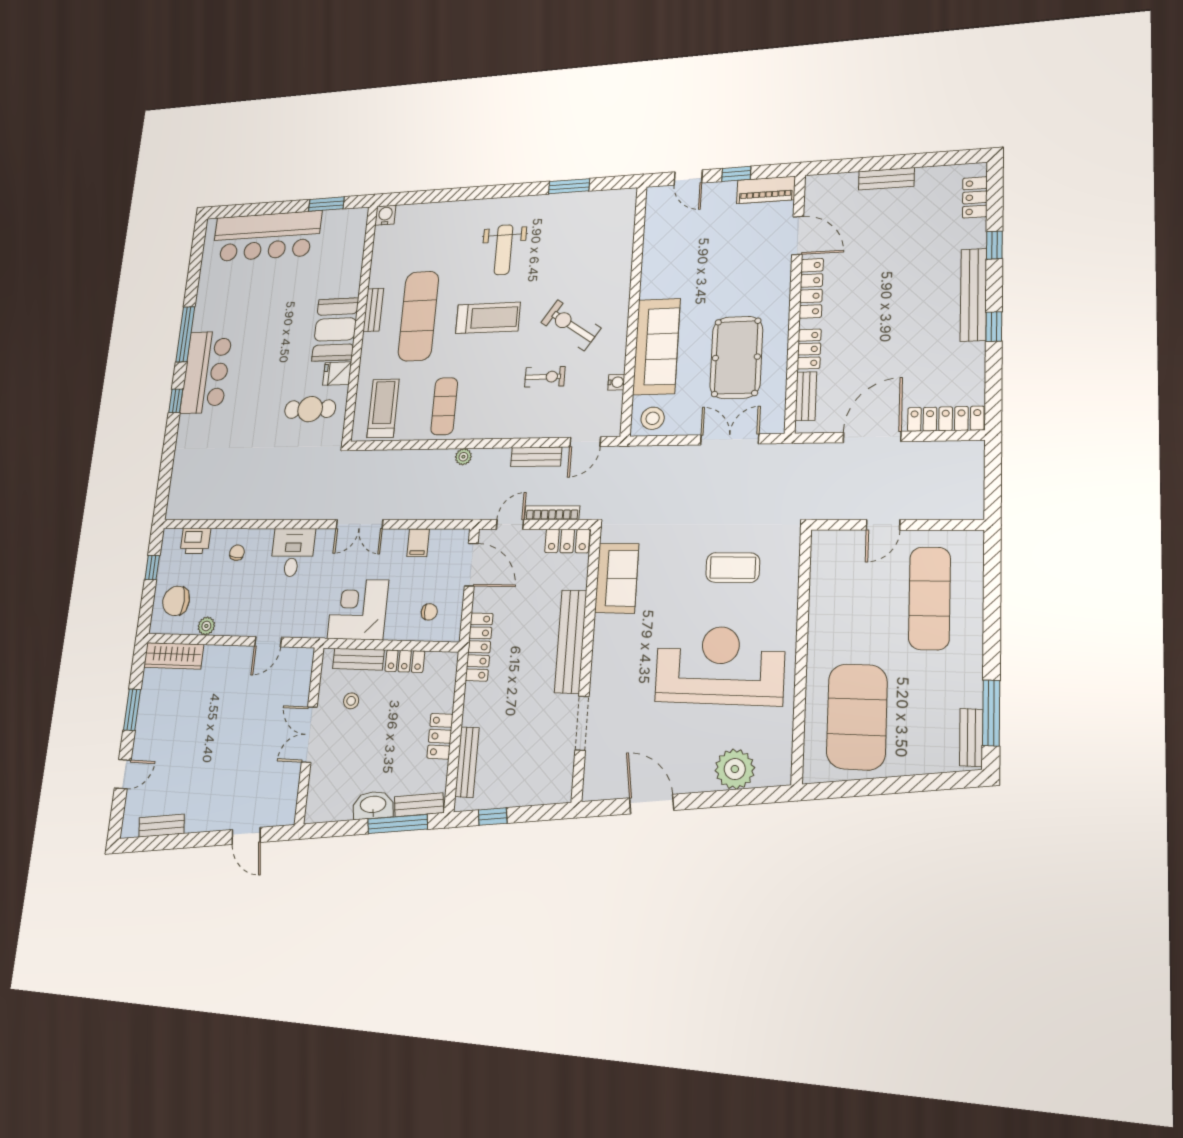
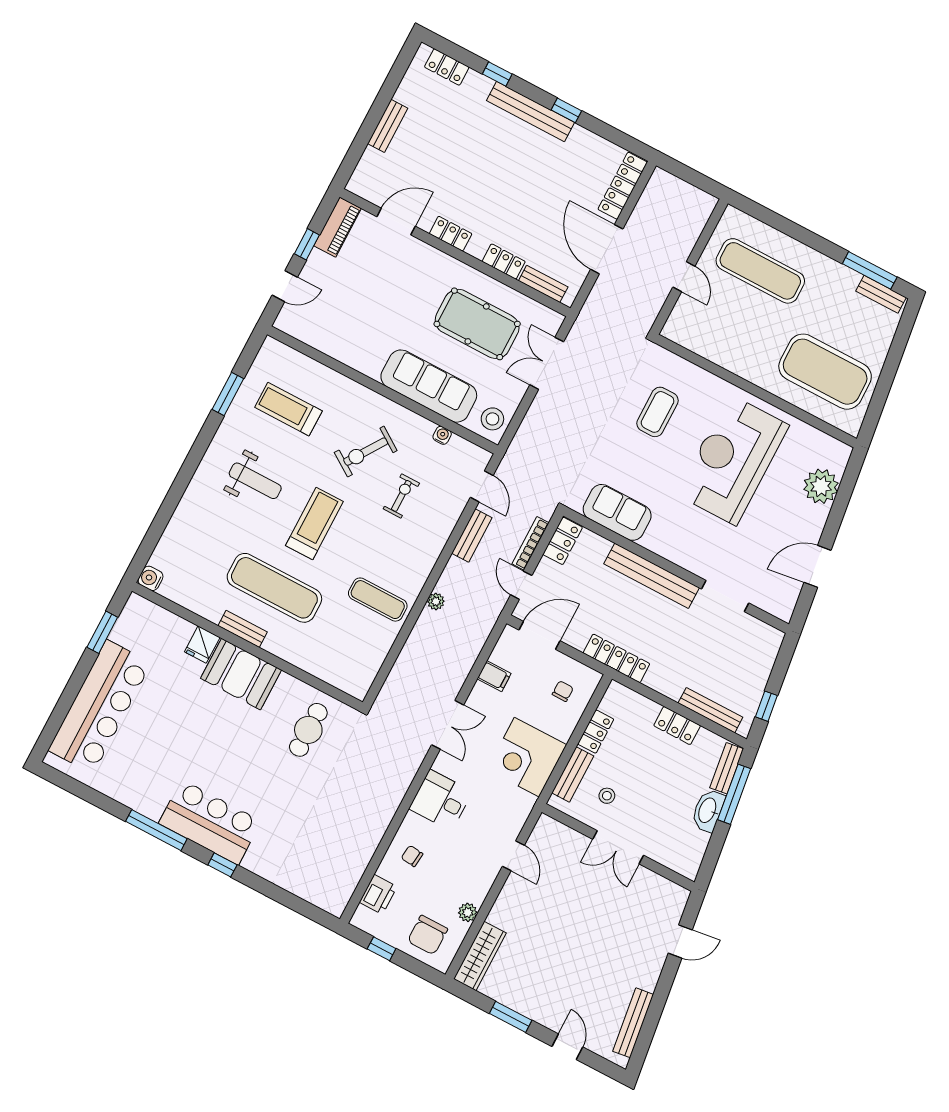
locker: (811, 288) -> (451, 234), width x0.66
fridge: (337, 374) -> (202, 645), moved
treadmill: (383, 408) -> (288, 409), moved
bench: (162, 826) -> (633, 1023), width x1.36

